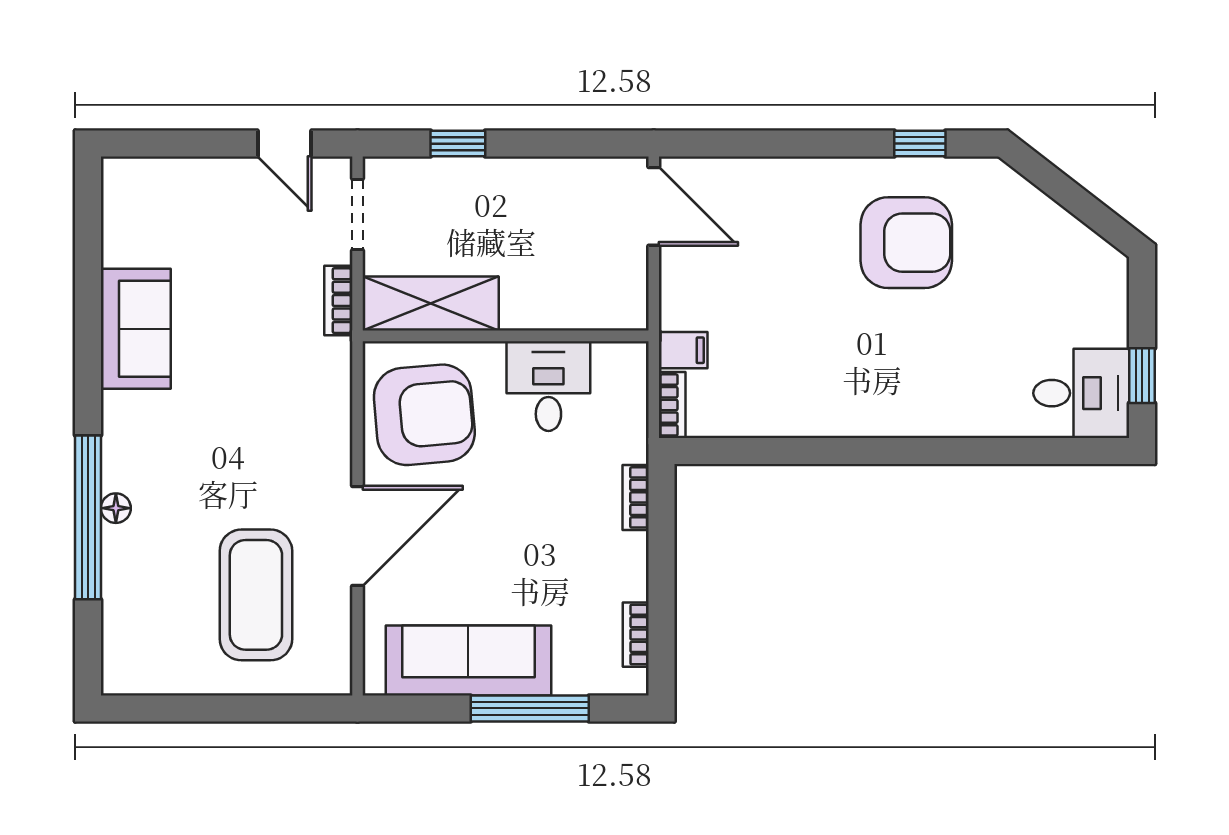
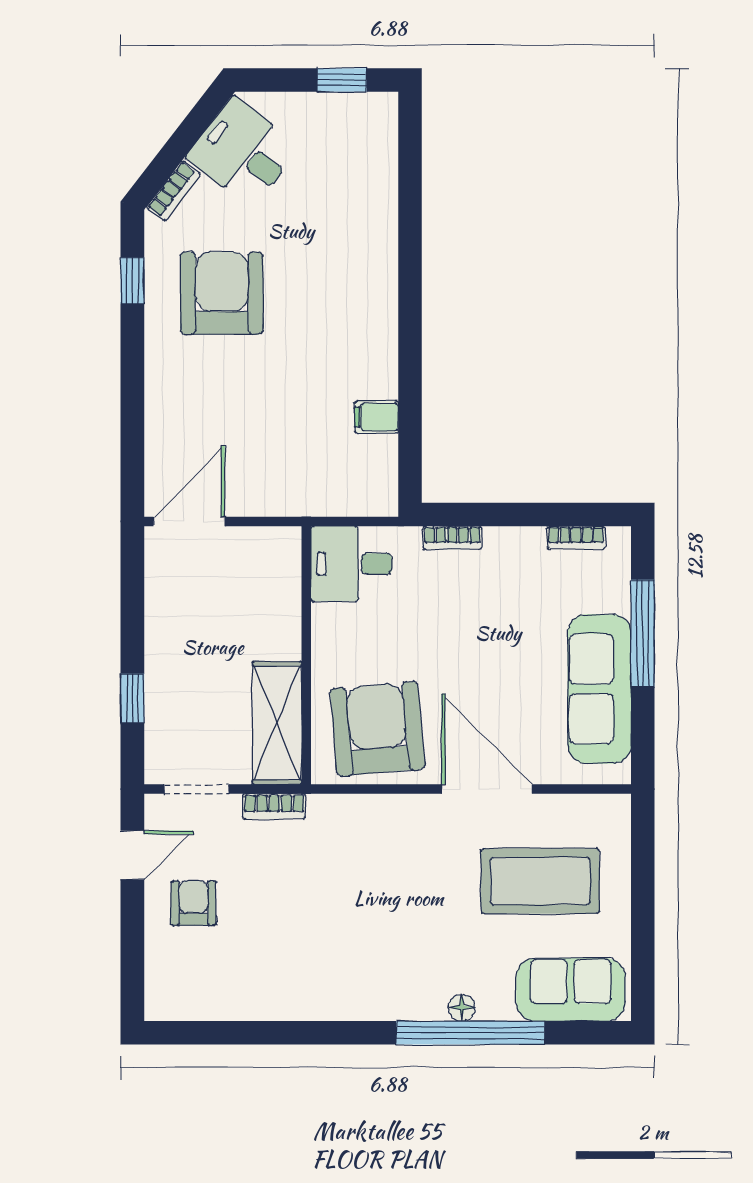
armchair: (231, 211) -> (194, 903), added
sofa: (136, 329) -> (571, 990), moved
filing cabinet: (683, 350) -> (376, 417), moved, turned -90
desk: (548, 386) -> (352, 564), moved
desk: (1081, 393) -> (243, 152), moved, turned -52
bookcase: (672, 405) -> (174, 191), moved, turned 128

